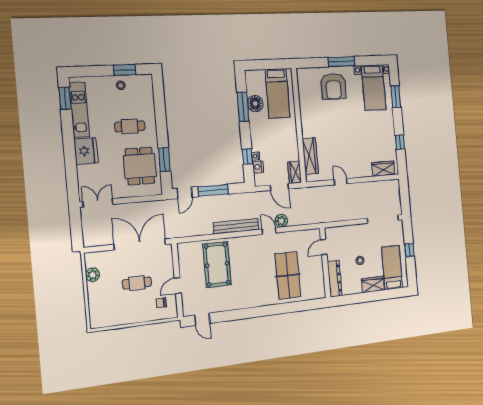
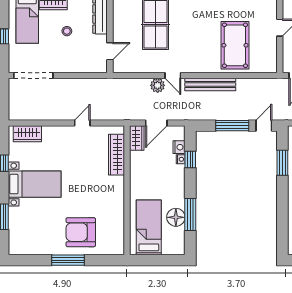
armchair: (333, 86) -> (81, 232), turned -90
bed with nightstands: (374, 88) -> (35, 184), moved, turned 90
door: (341, 182) -> (82, 123), swing flipped
door: (279, 187) -> (156, 123), swing flipped

